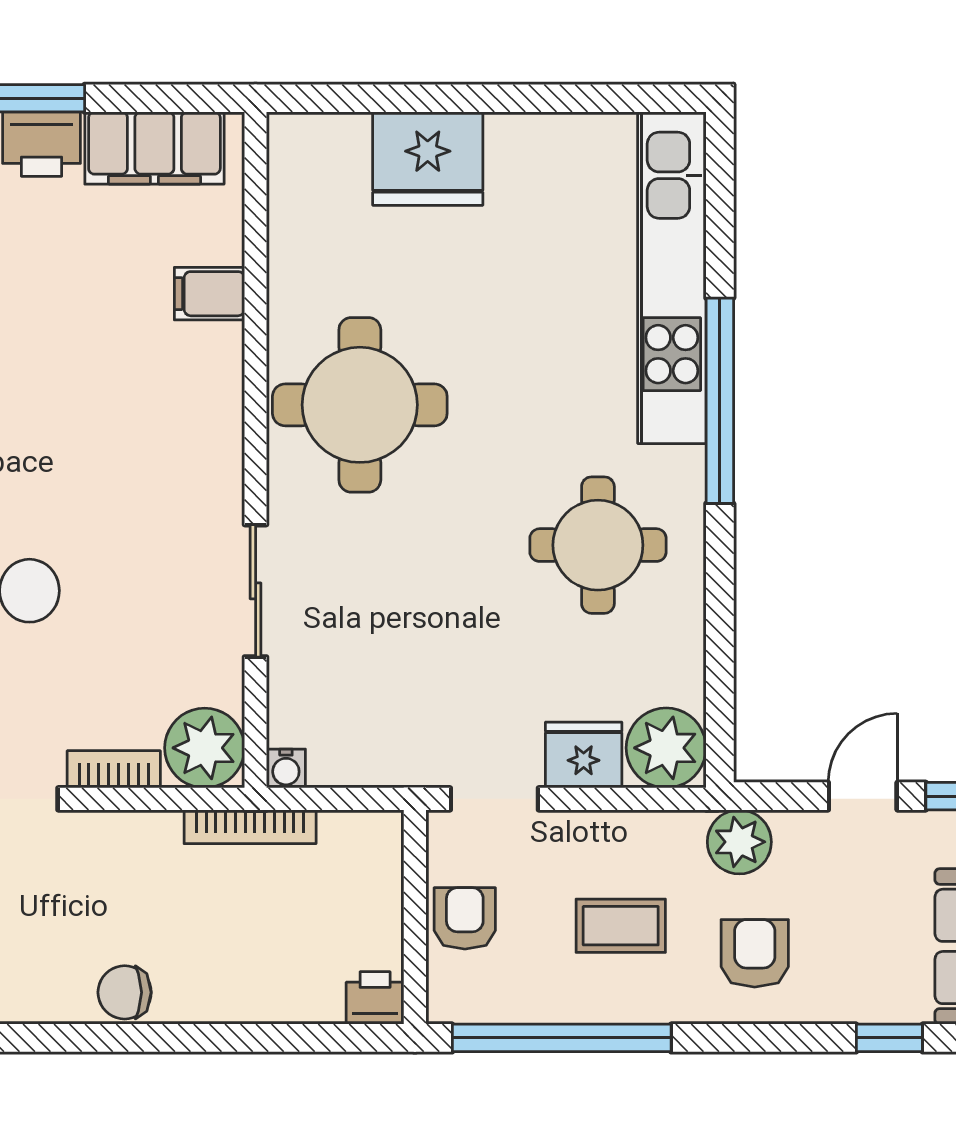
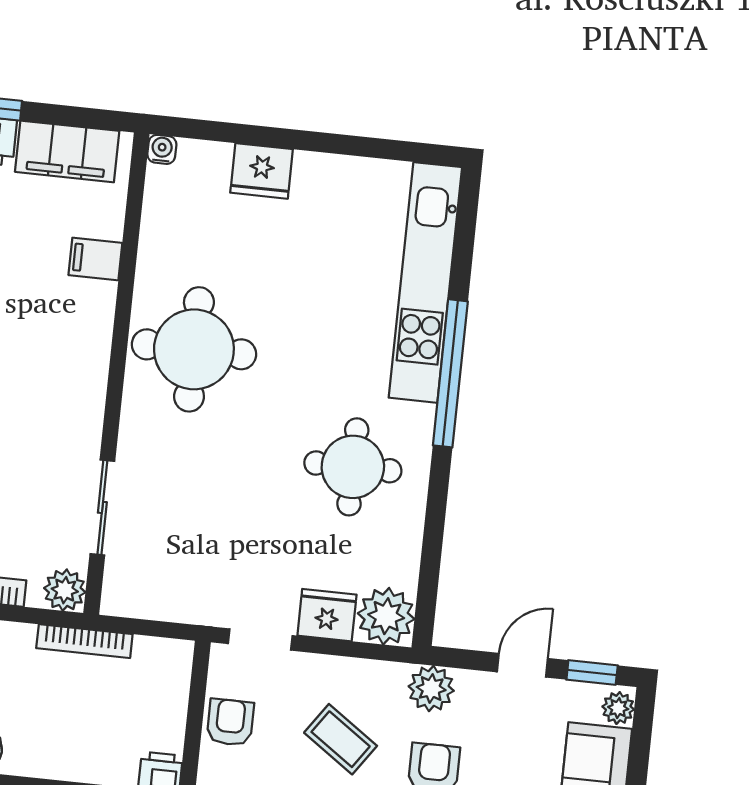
fridge: (428, 159) -> (262, 171), width x0.73, depth x0.75
sliding door: (256, 591) -> (102, 507), moved
plant: (205, 748) -> (65, 590), width x0.73, depth x0.73
water cooler: (286, 768) -> (162, 149), moved, turned 180
coffee table: (621, 926) -> (341, 739), turned 35

